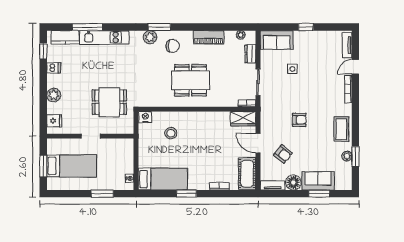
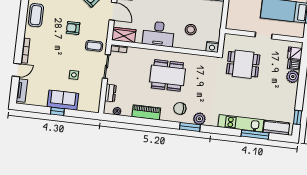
sofa: (277, 40) -> (63, 100), moved
dishwasher: (54, 68) -> (294, 65), moved
coffee table: (274, 103) -> (94, 46), added
desk: (205, 124) -> (159, 34), added

